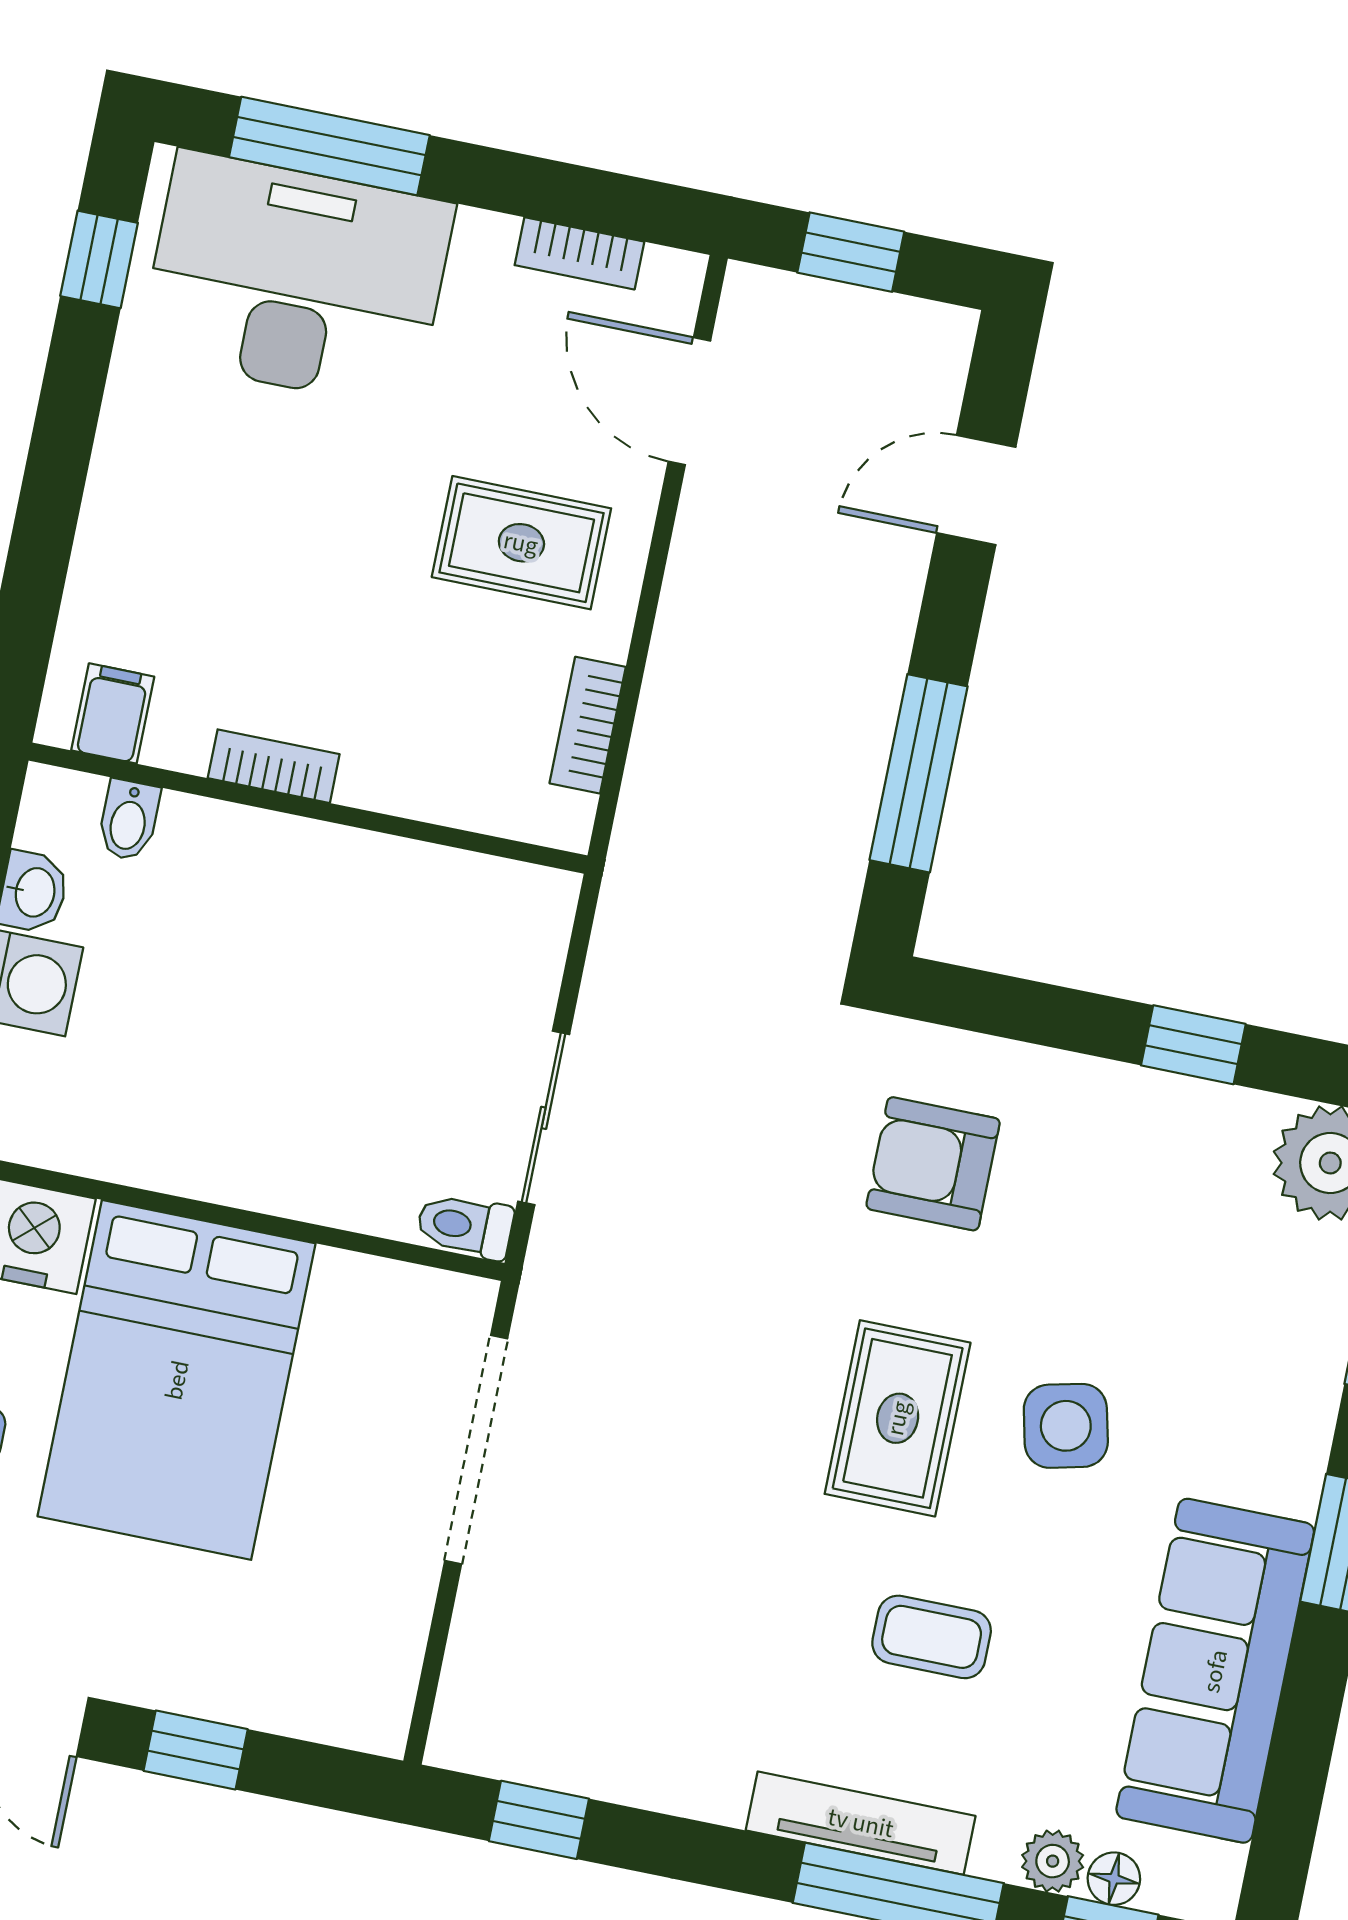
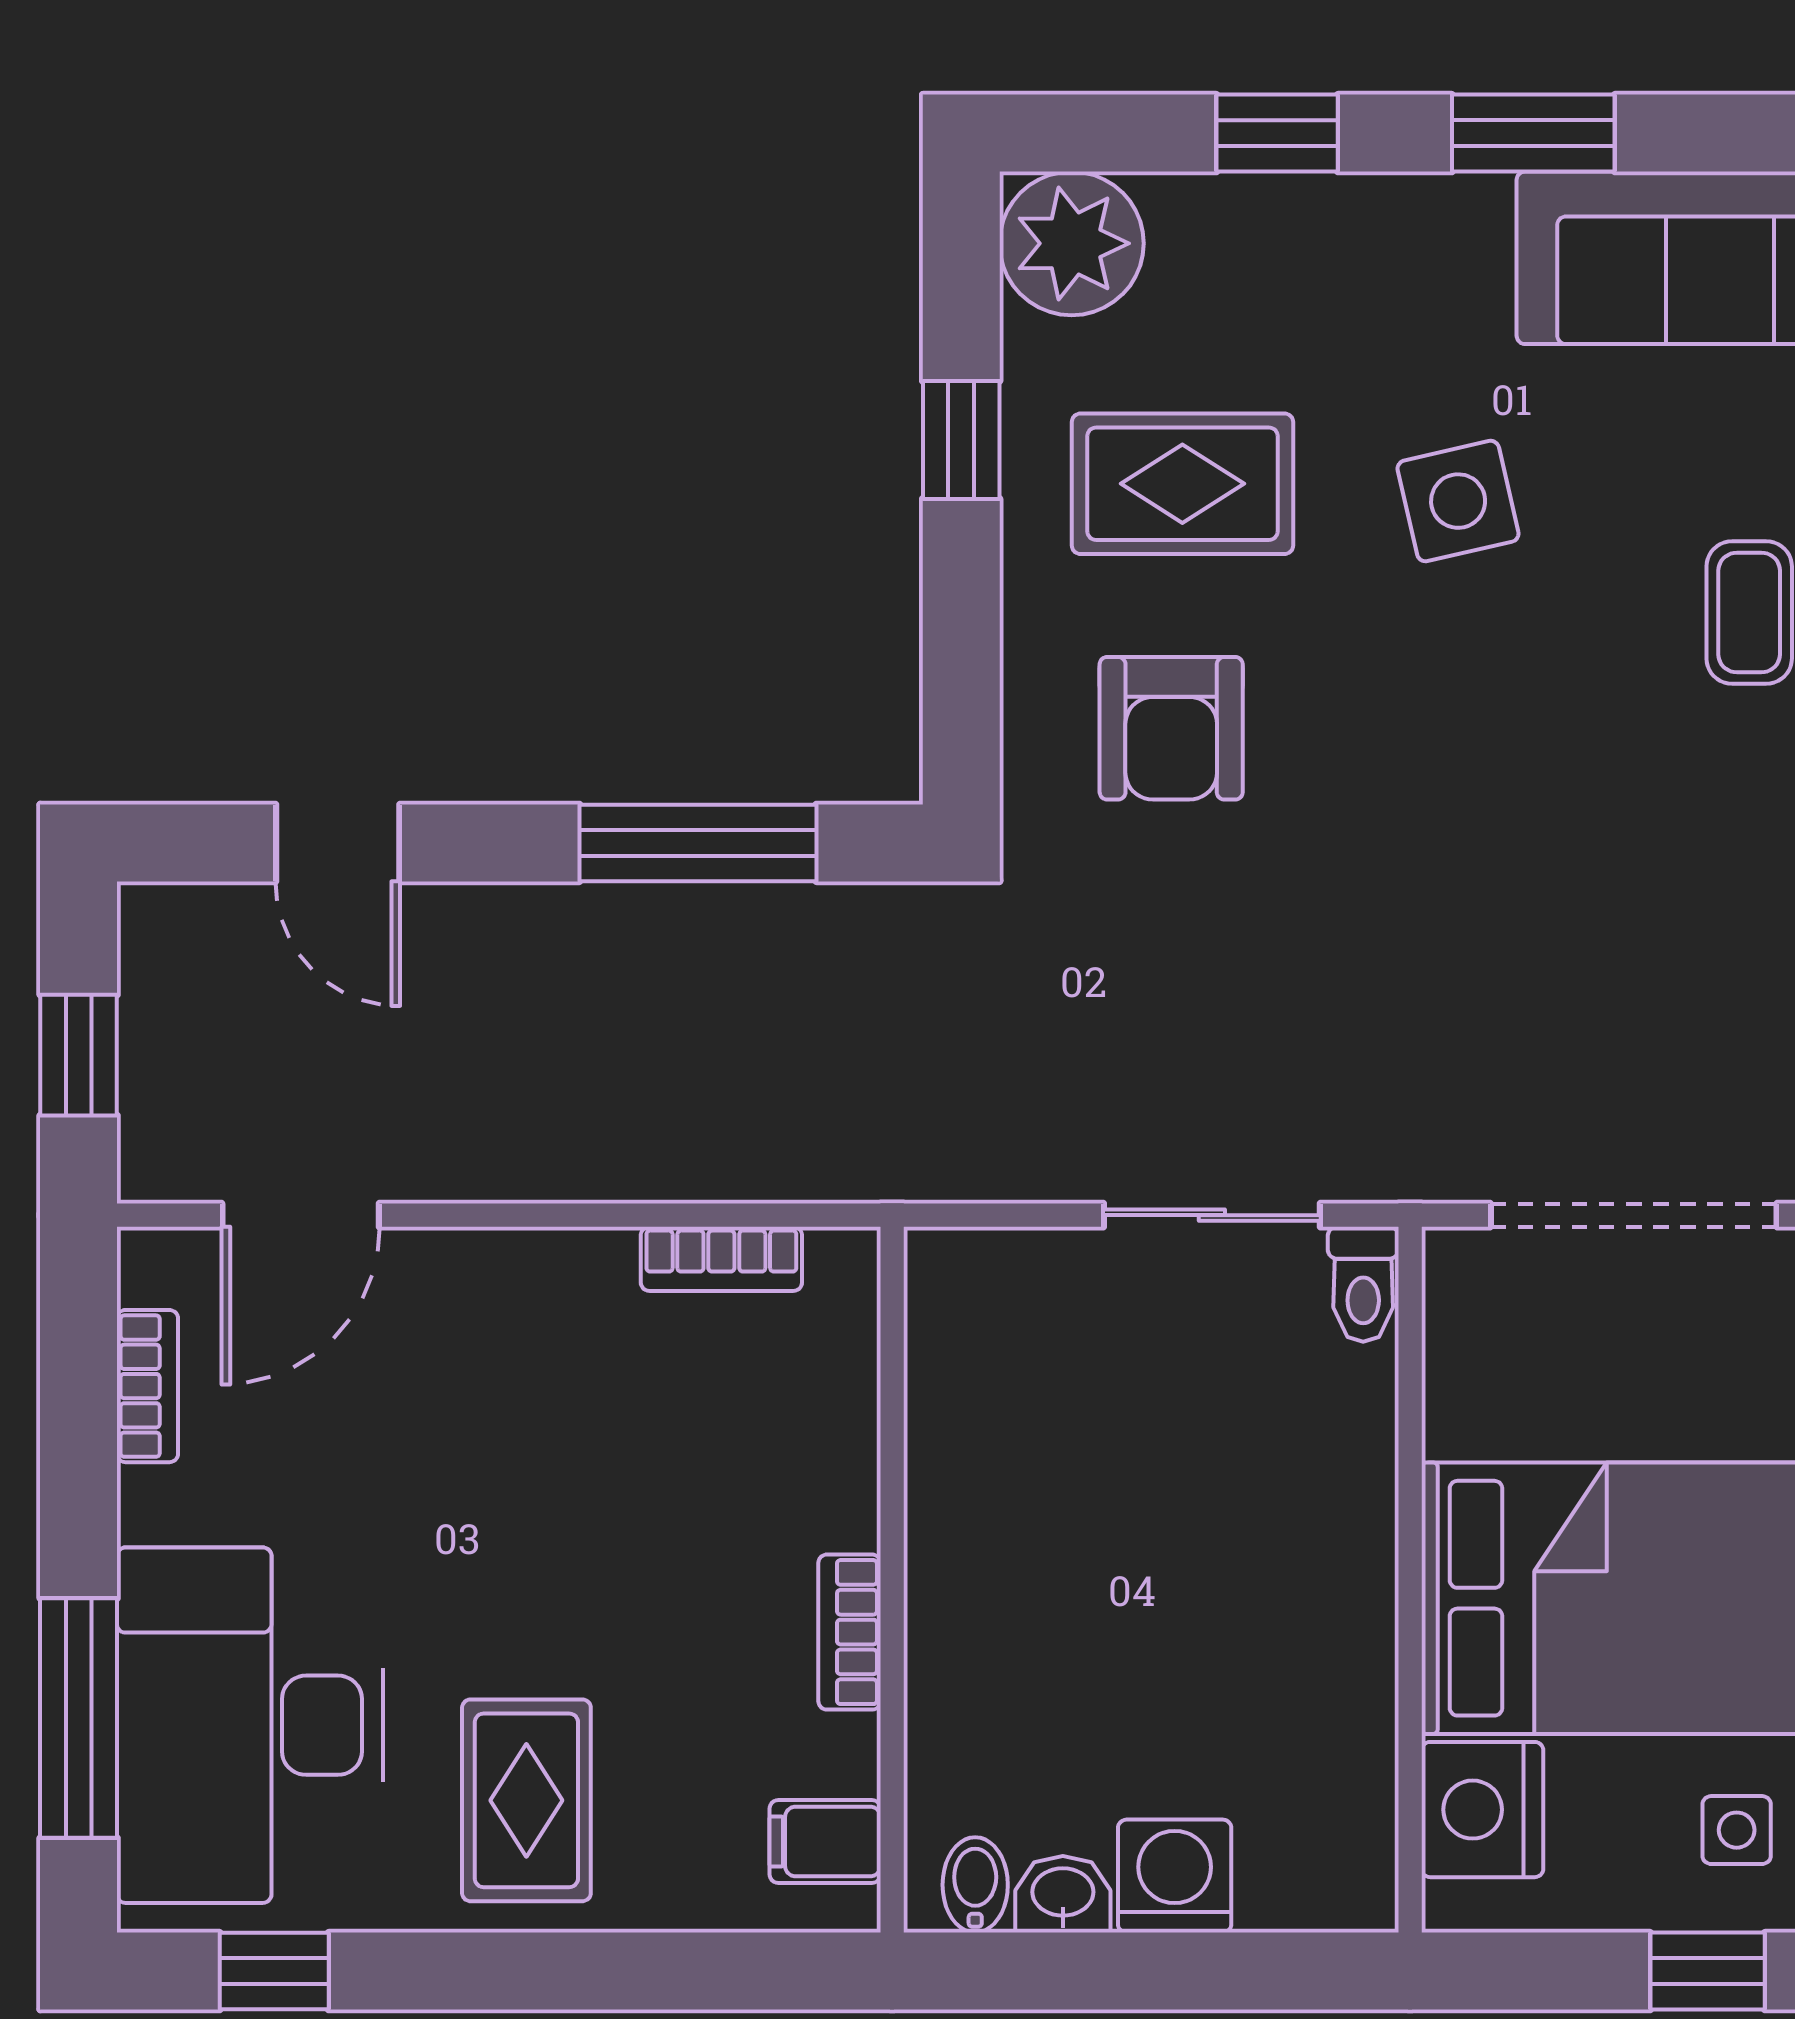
rug: (521, 543) -> (526, 1800), moved
bidet: (129, 820) -> (975, 1885), moved, turned -90
rug: (898, 1418) -> (1182, 484), moved

